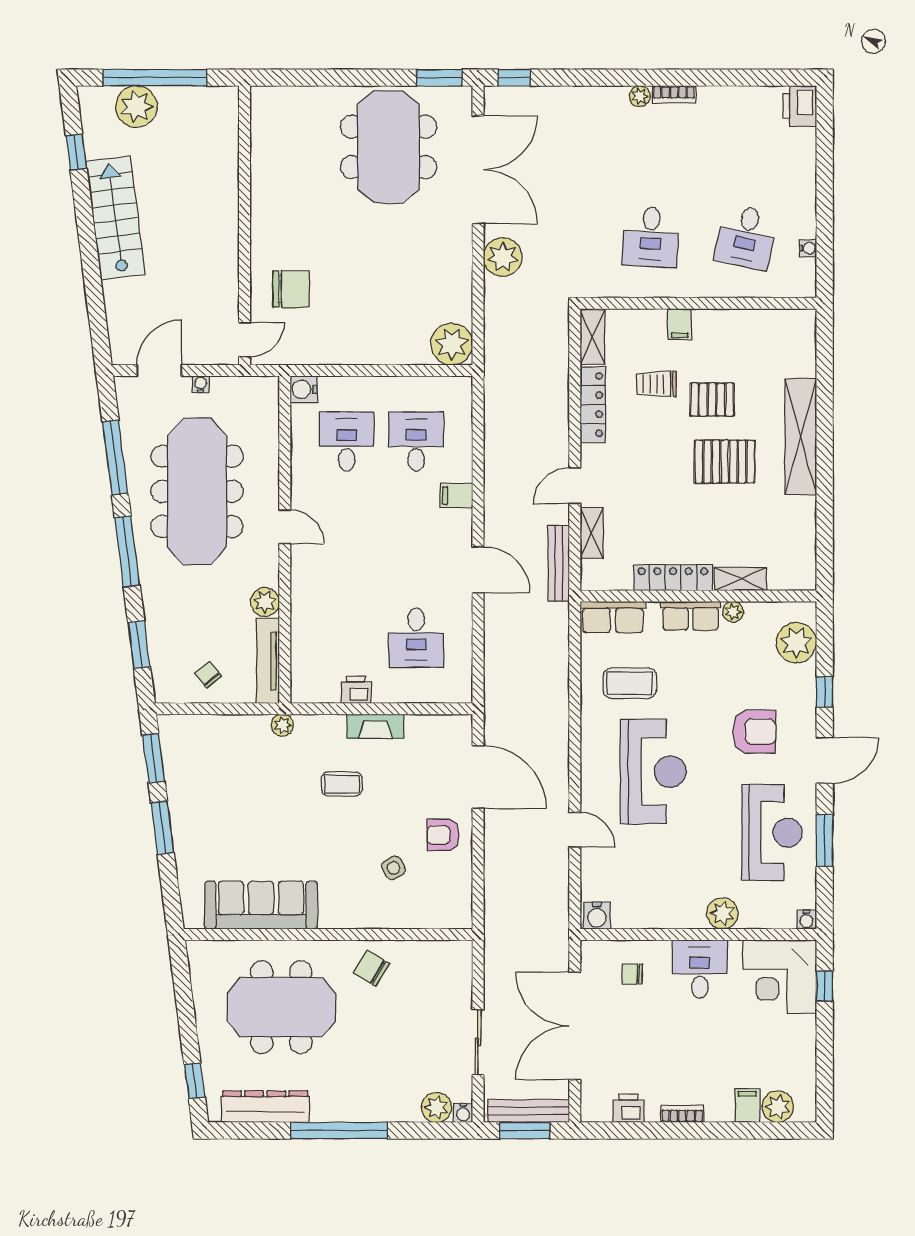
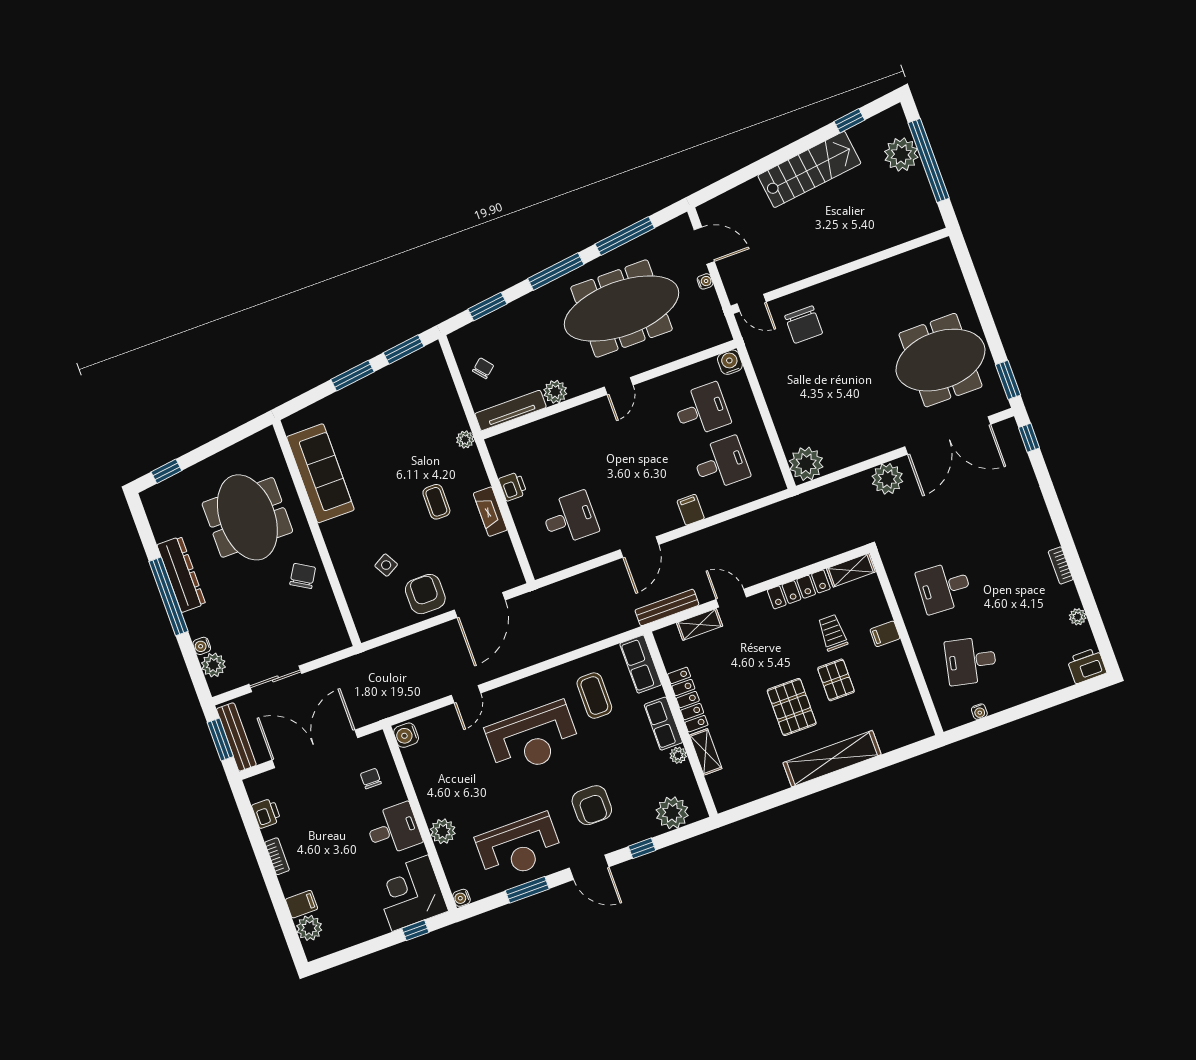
plant: (640, 96) -> (1078, 617), moved
desk: (416, 638) -> (570, 518), turned 180
armchair: (443, 835) -> (425, 594), width x1.38, depth x1.38
dresser: (265, 1107) -> (181, 574), moved
water cooler: (463, 1113) -> (202, 646), moved

